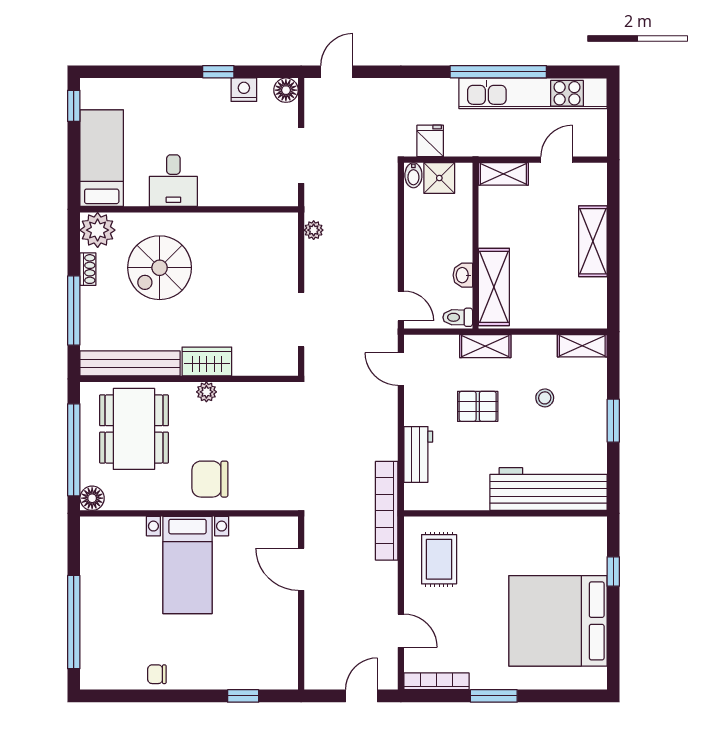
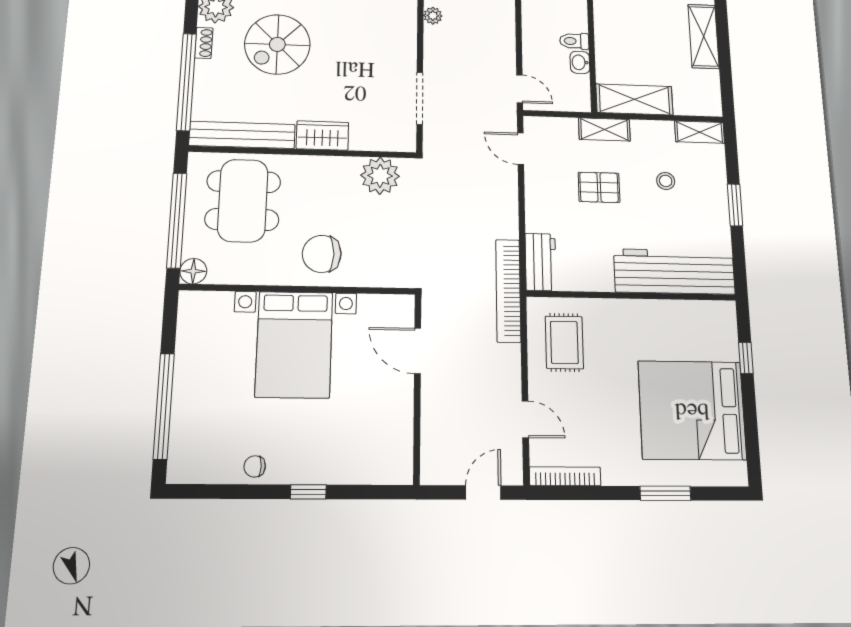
shelving: (494, 287) -> (634, 99), moved, turned 90
window: (74, 311) -> (186, 82), width x1.46
toilet: (458, 317) -> (574, 41), moved
plant: (206, 392) -> (380, 176), moved, width x1.88, depth x1.88
workbench: (418, 454) -> (541, 262), moved
bed with nightstands: (188, 565) -> (294, 344), width x1.36
window: (243, 696) -> (308, 492), moved
window: (494, 696) -> (665, 493), moved

